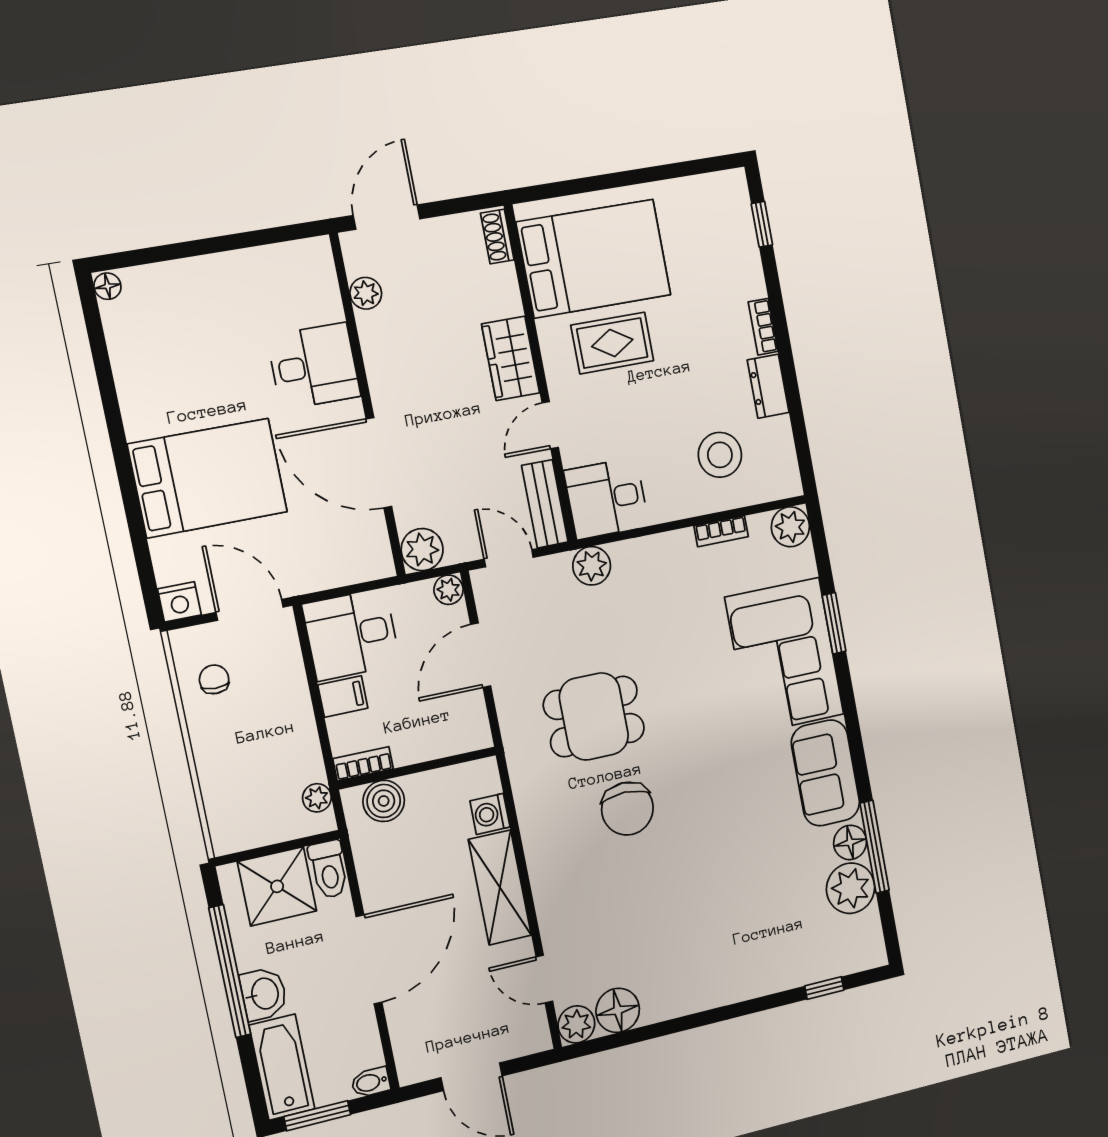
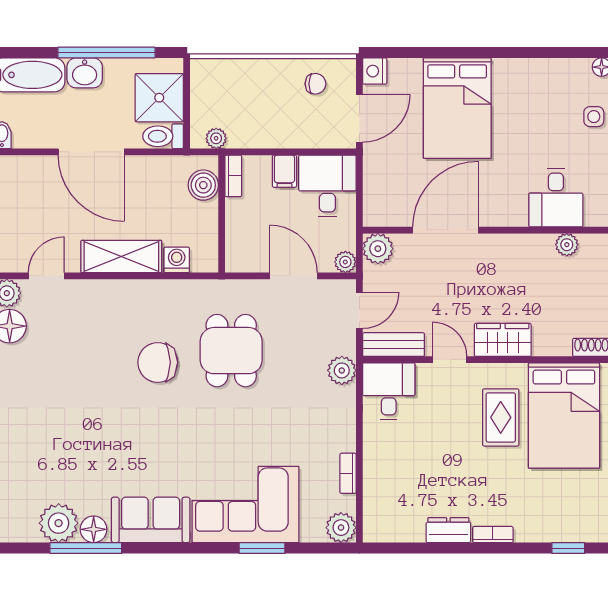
side table: (180, 285) -> (594, 117), added
desk: (314, 366) -> (556, 198), moved
stool: (720, 455) -> (405, 483), removed

